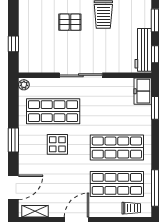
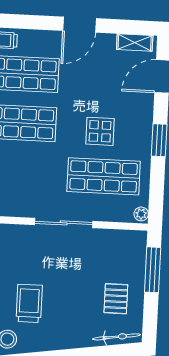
pallet: (70, 22) -> (116, 299), moved, turned 90
window: (13, 44) -> (153, 270), width x2.17

